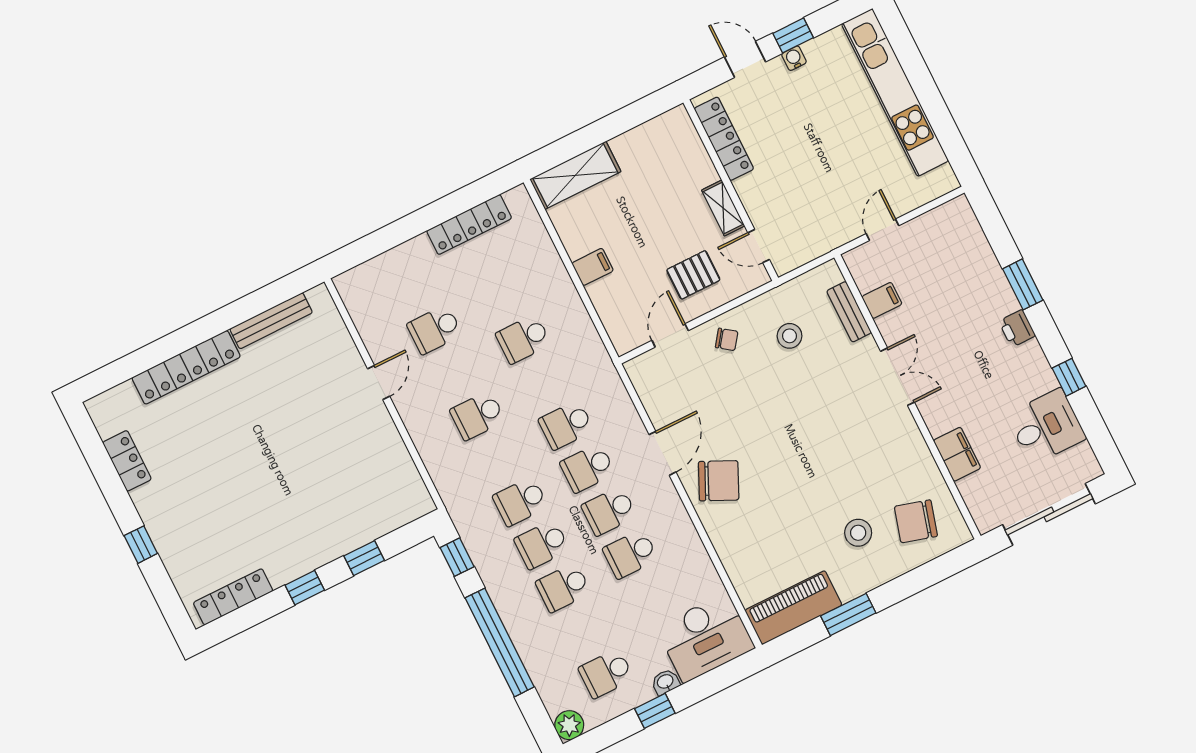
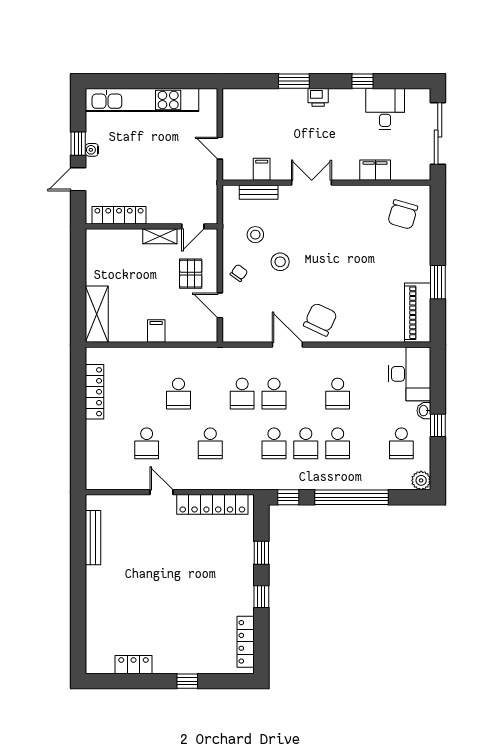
locker: (186, 367) -> (212, 504), moved, turned 90
school desk: (609, 511) -> (306, 394), removed
stool: (858, 533) -> (280, 262), moved

